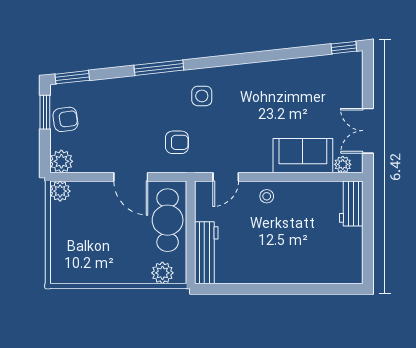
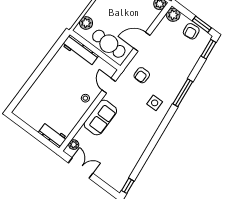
sofa: (303, 156) -> (100, 117), moved

